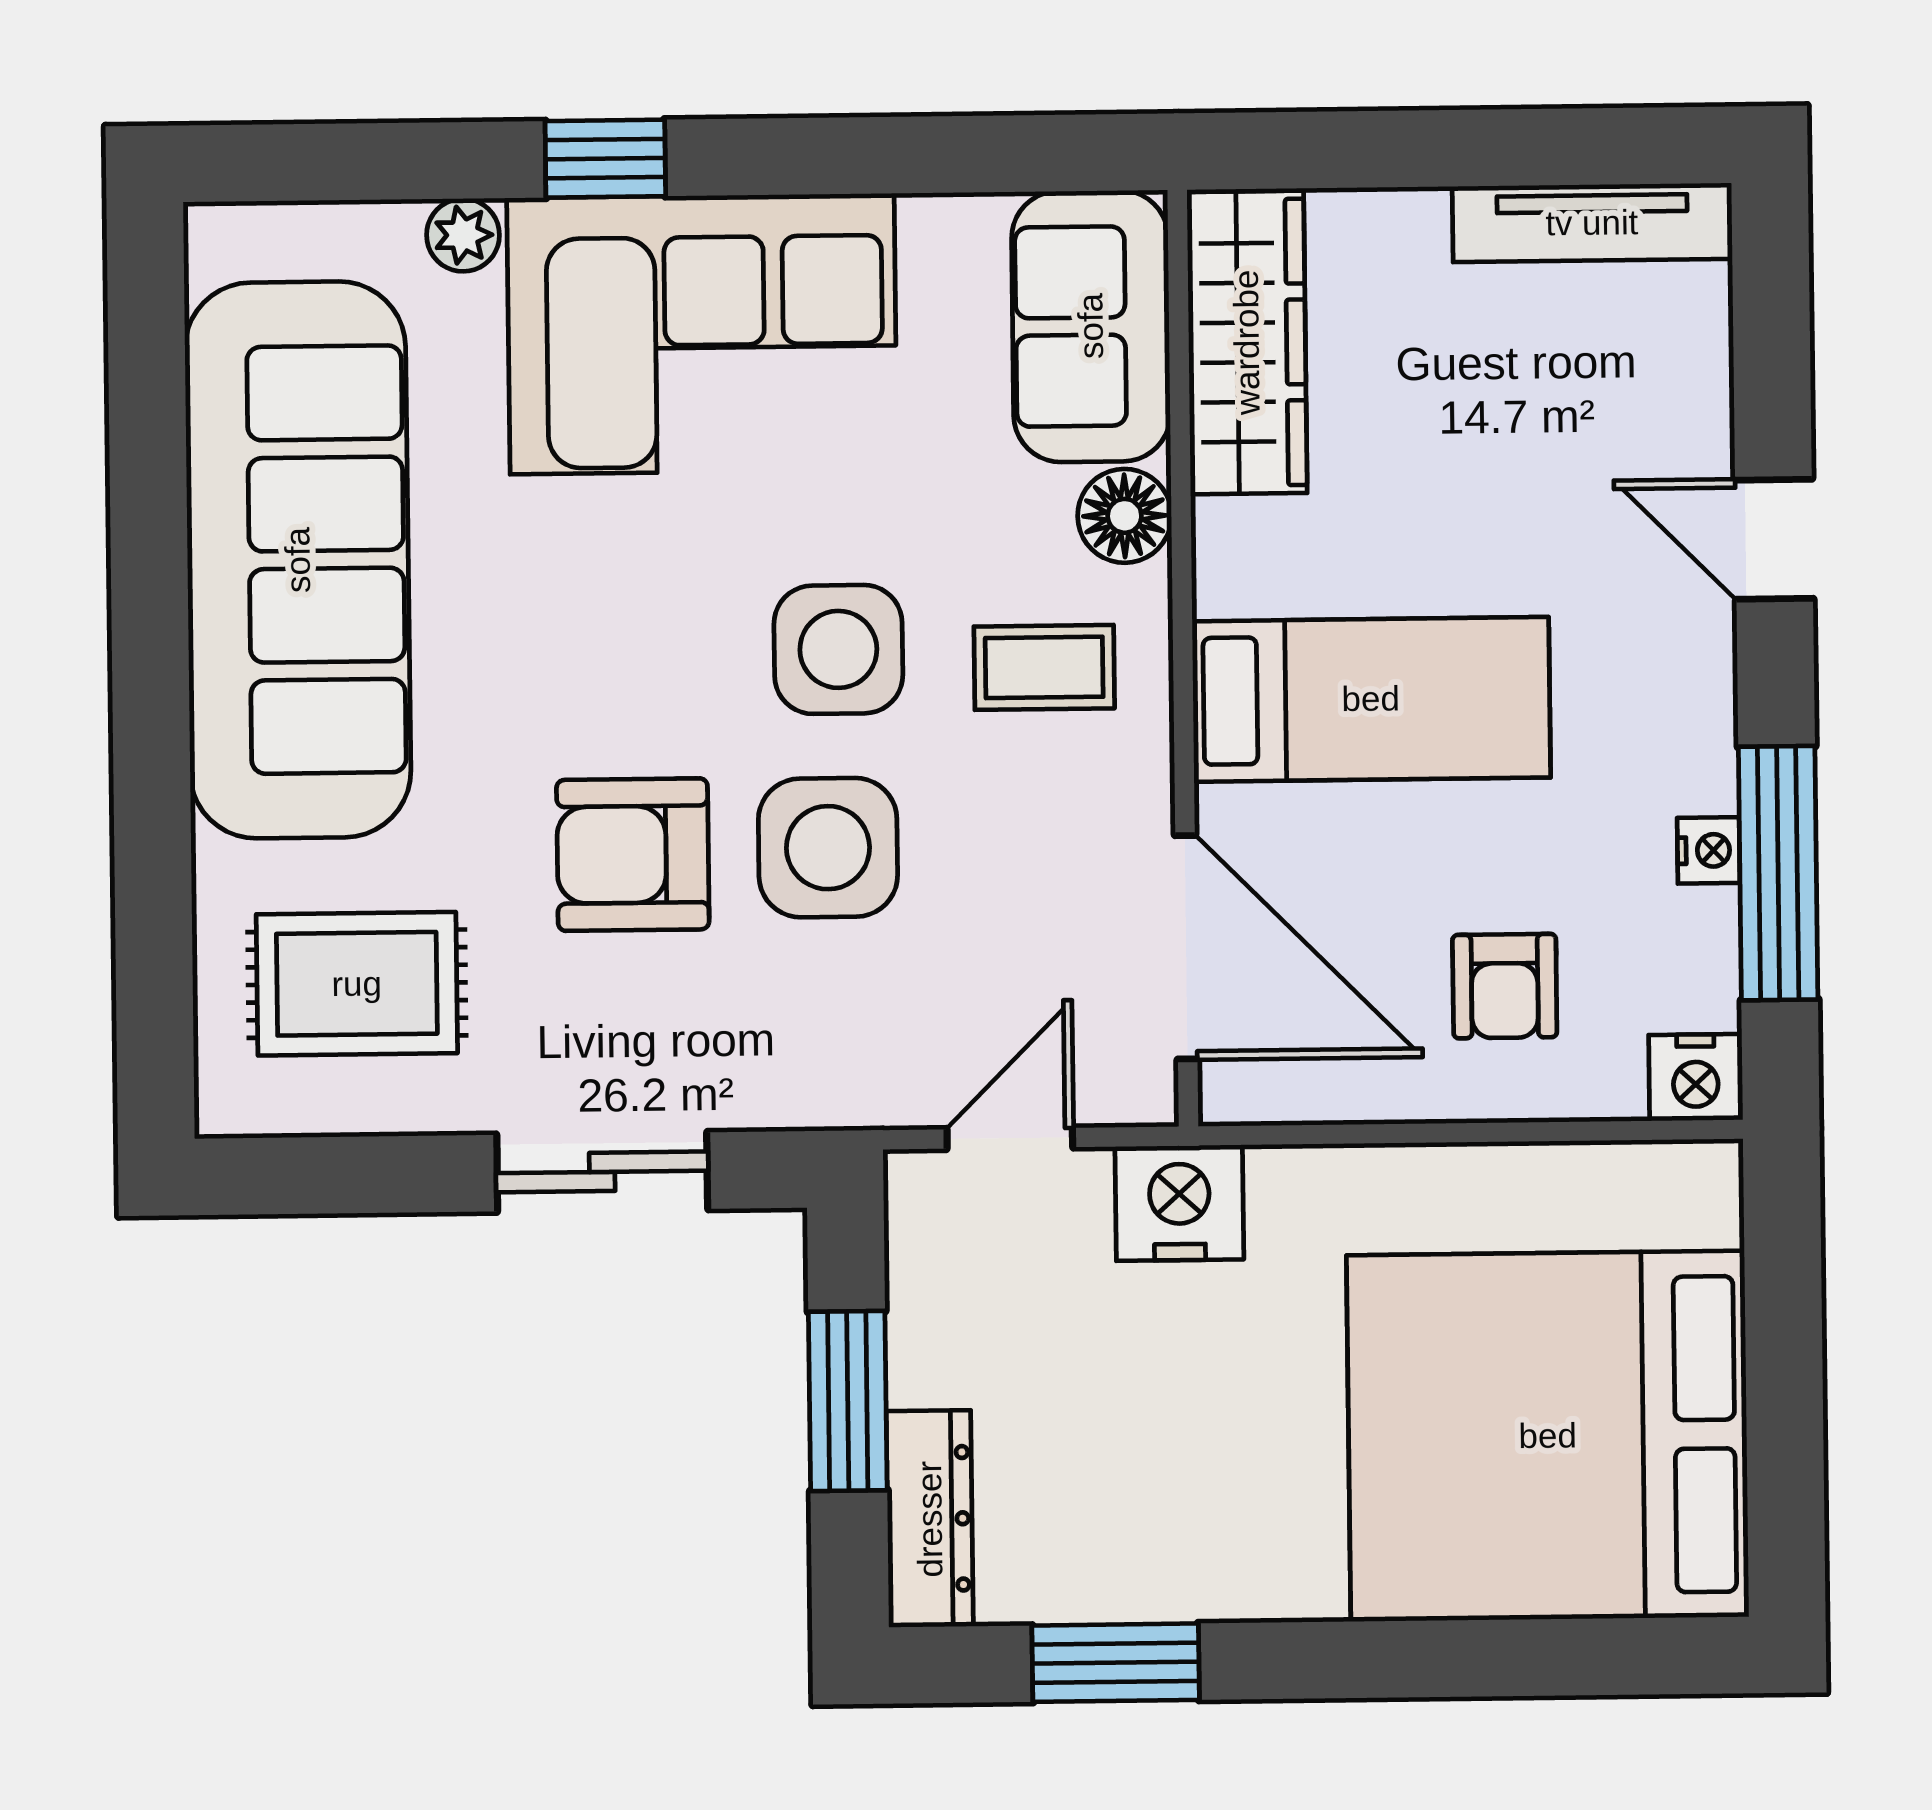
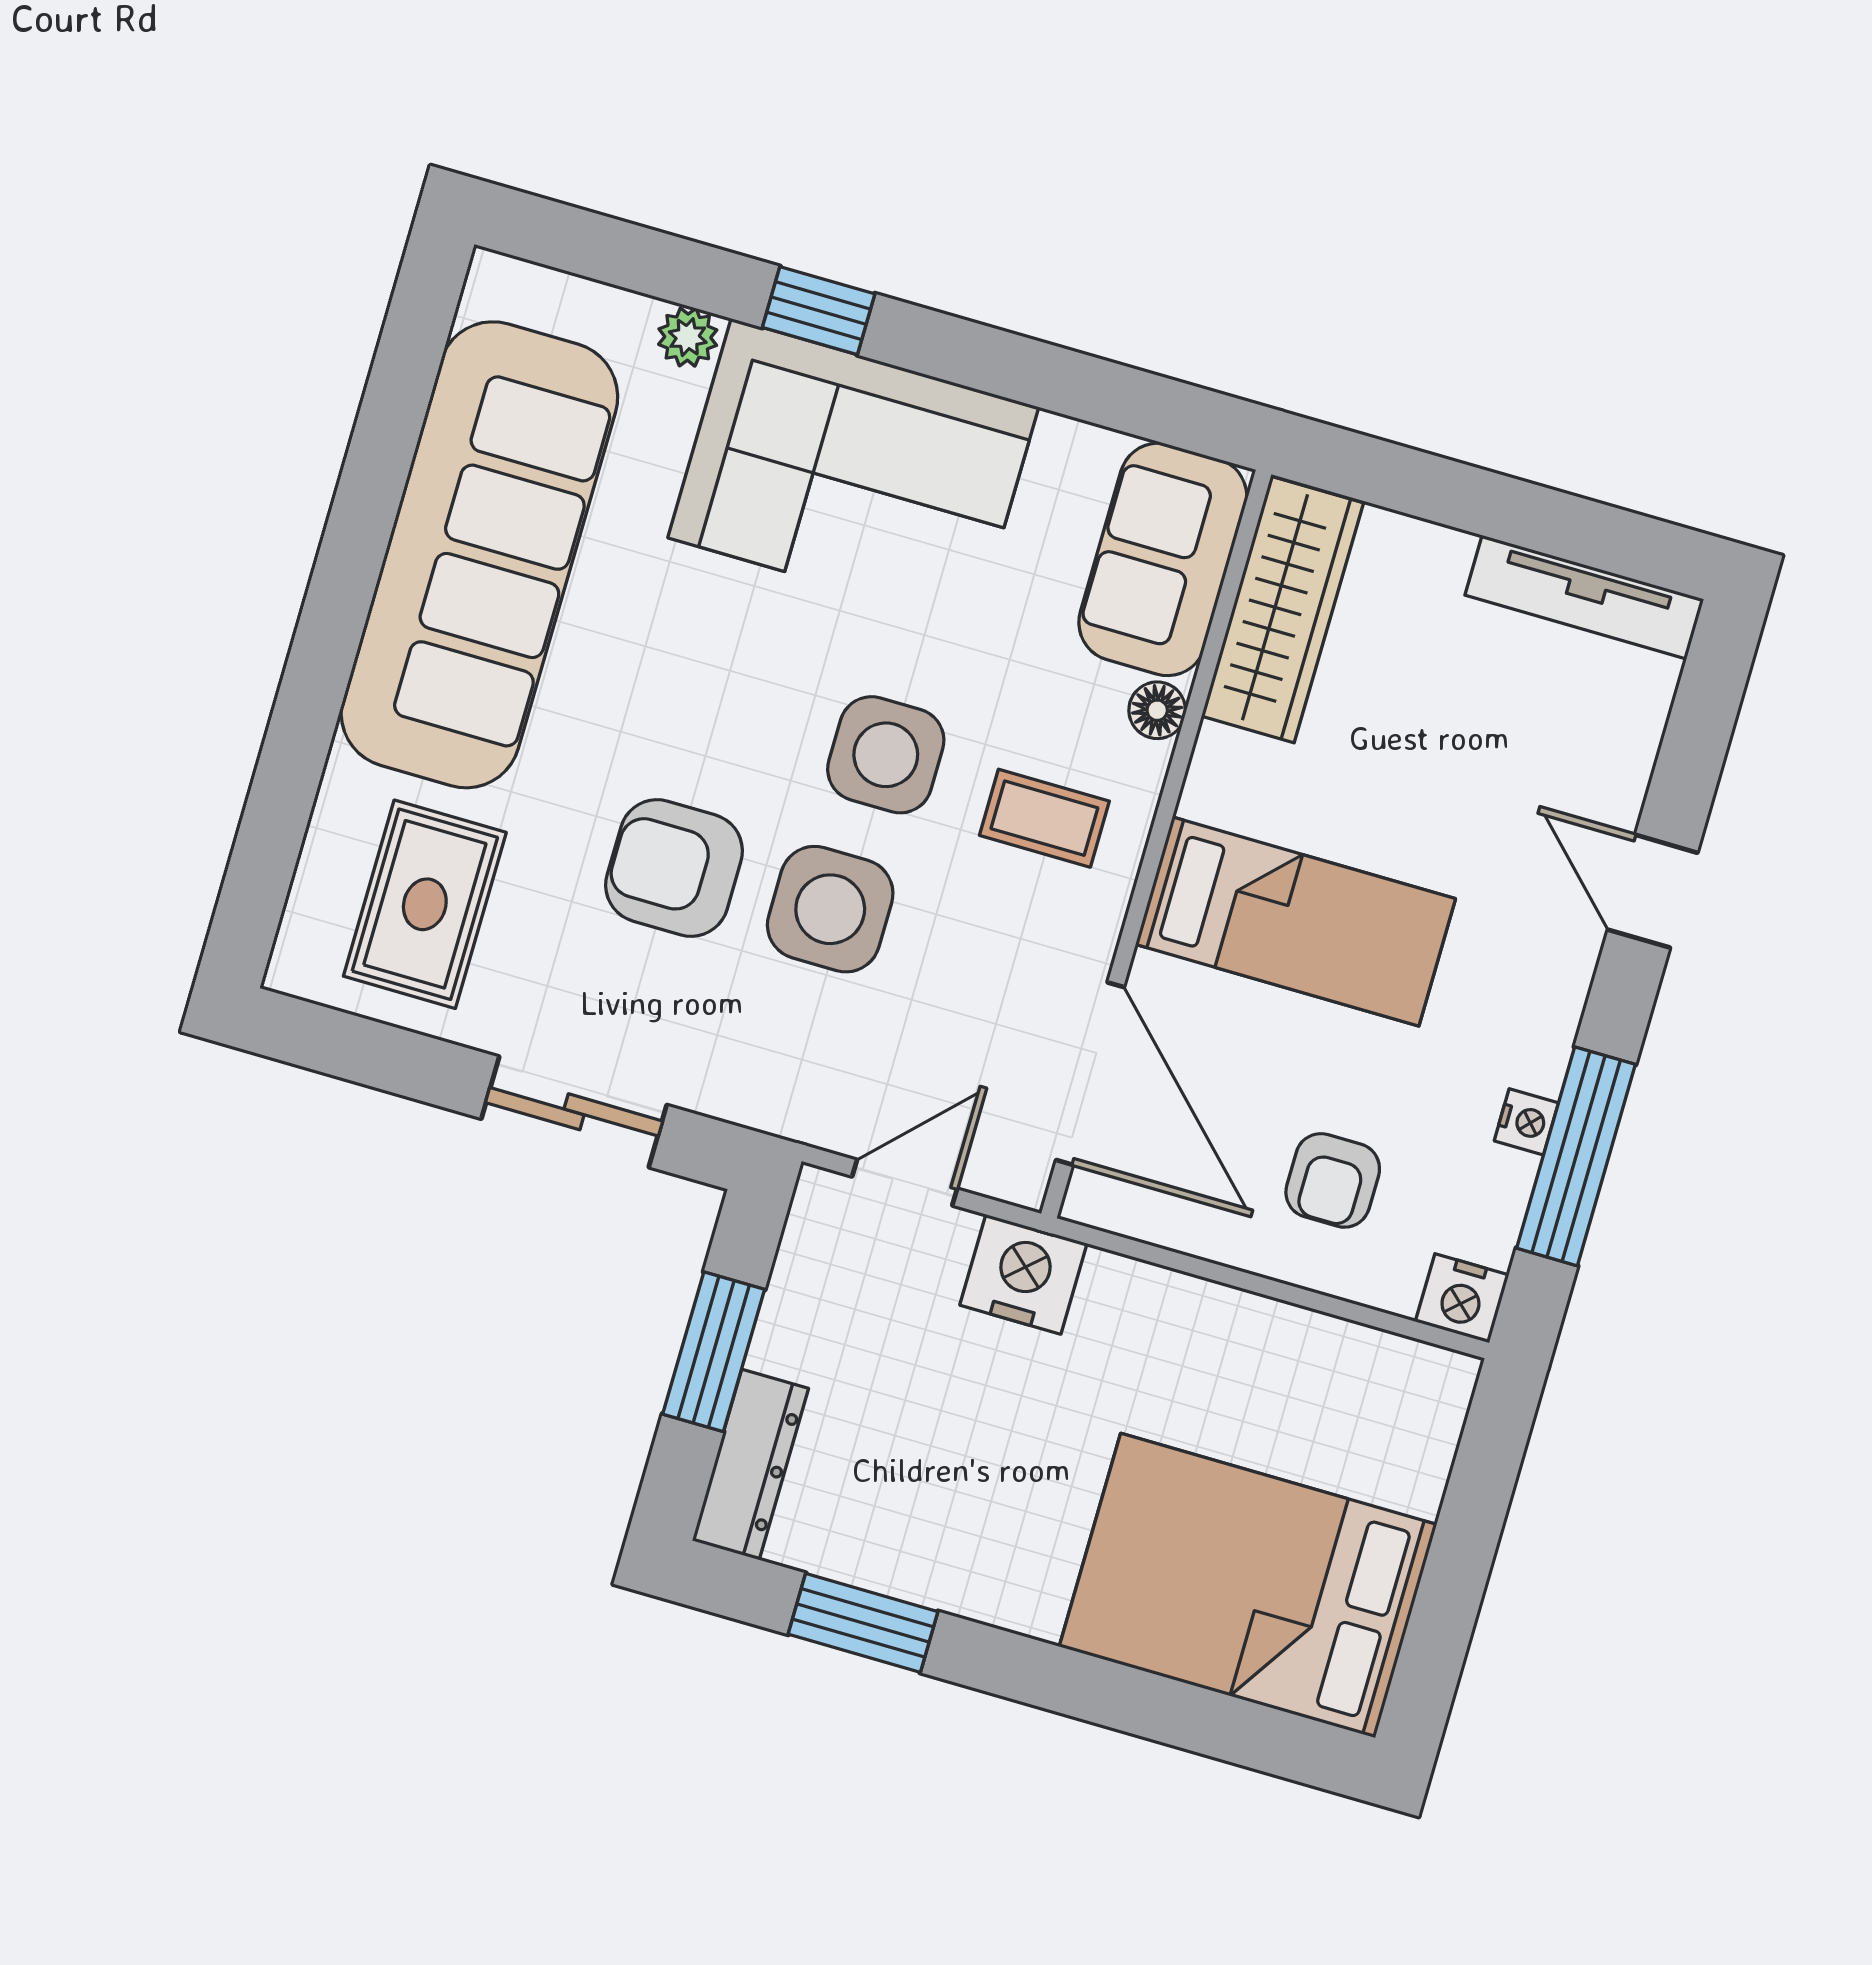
floor lamp: (1125, 516) -> (1157, 710), width x0.73, depth x0.73
rug: (357, 984) -> (425, 904), turned 90
bed: (1548, 1436) -> (1248, 1586), width x0.73

